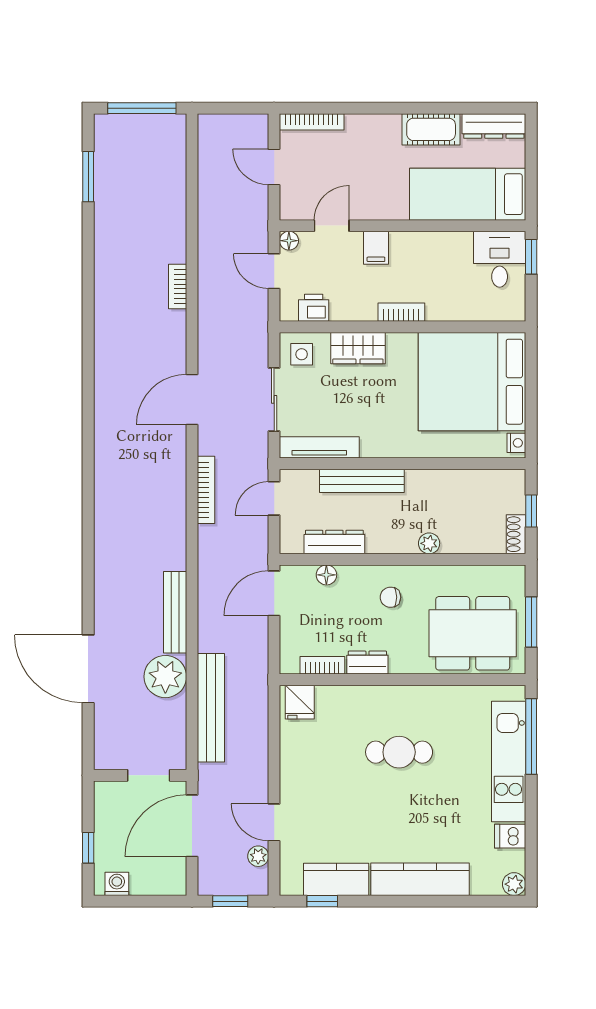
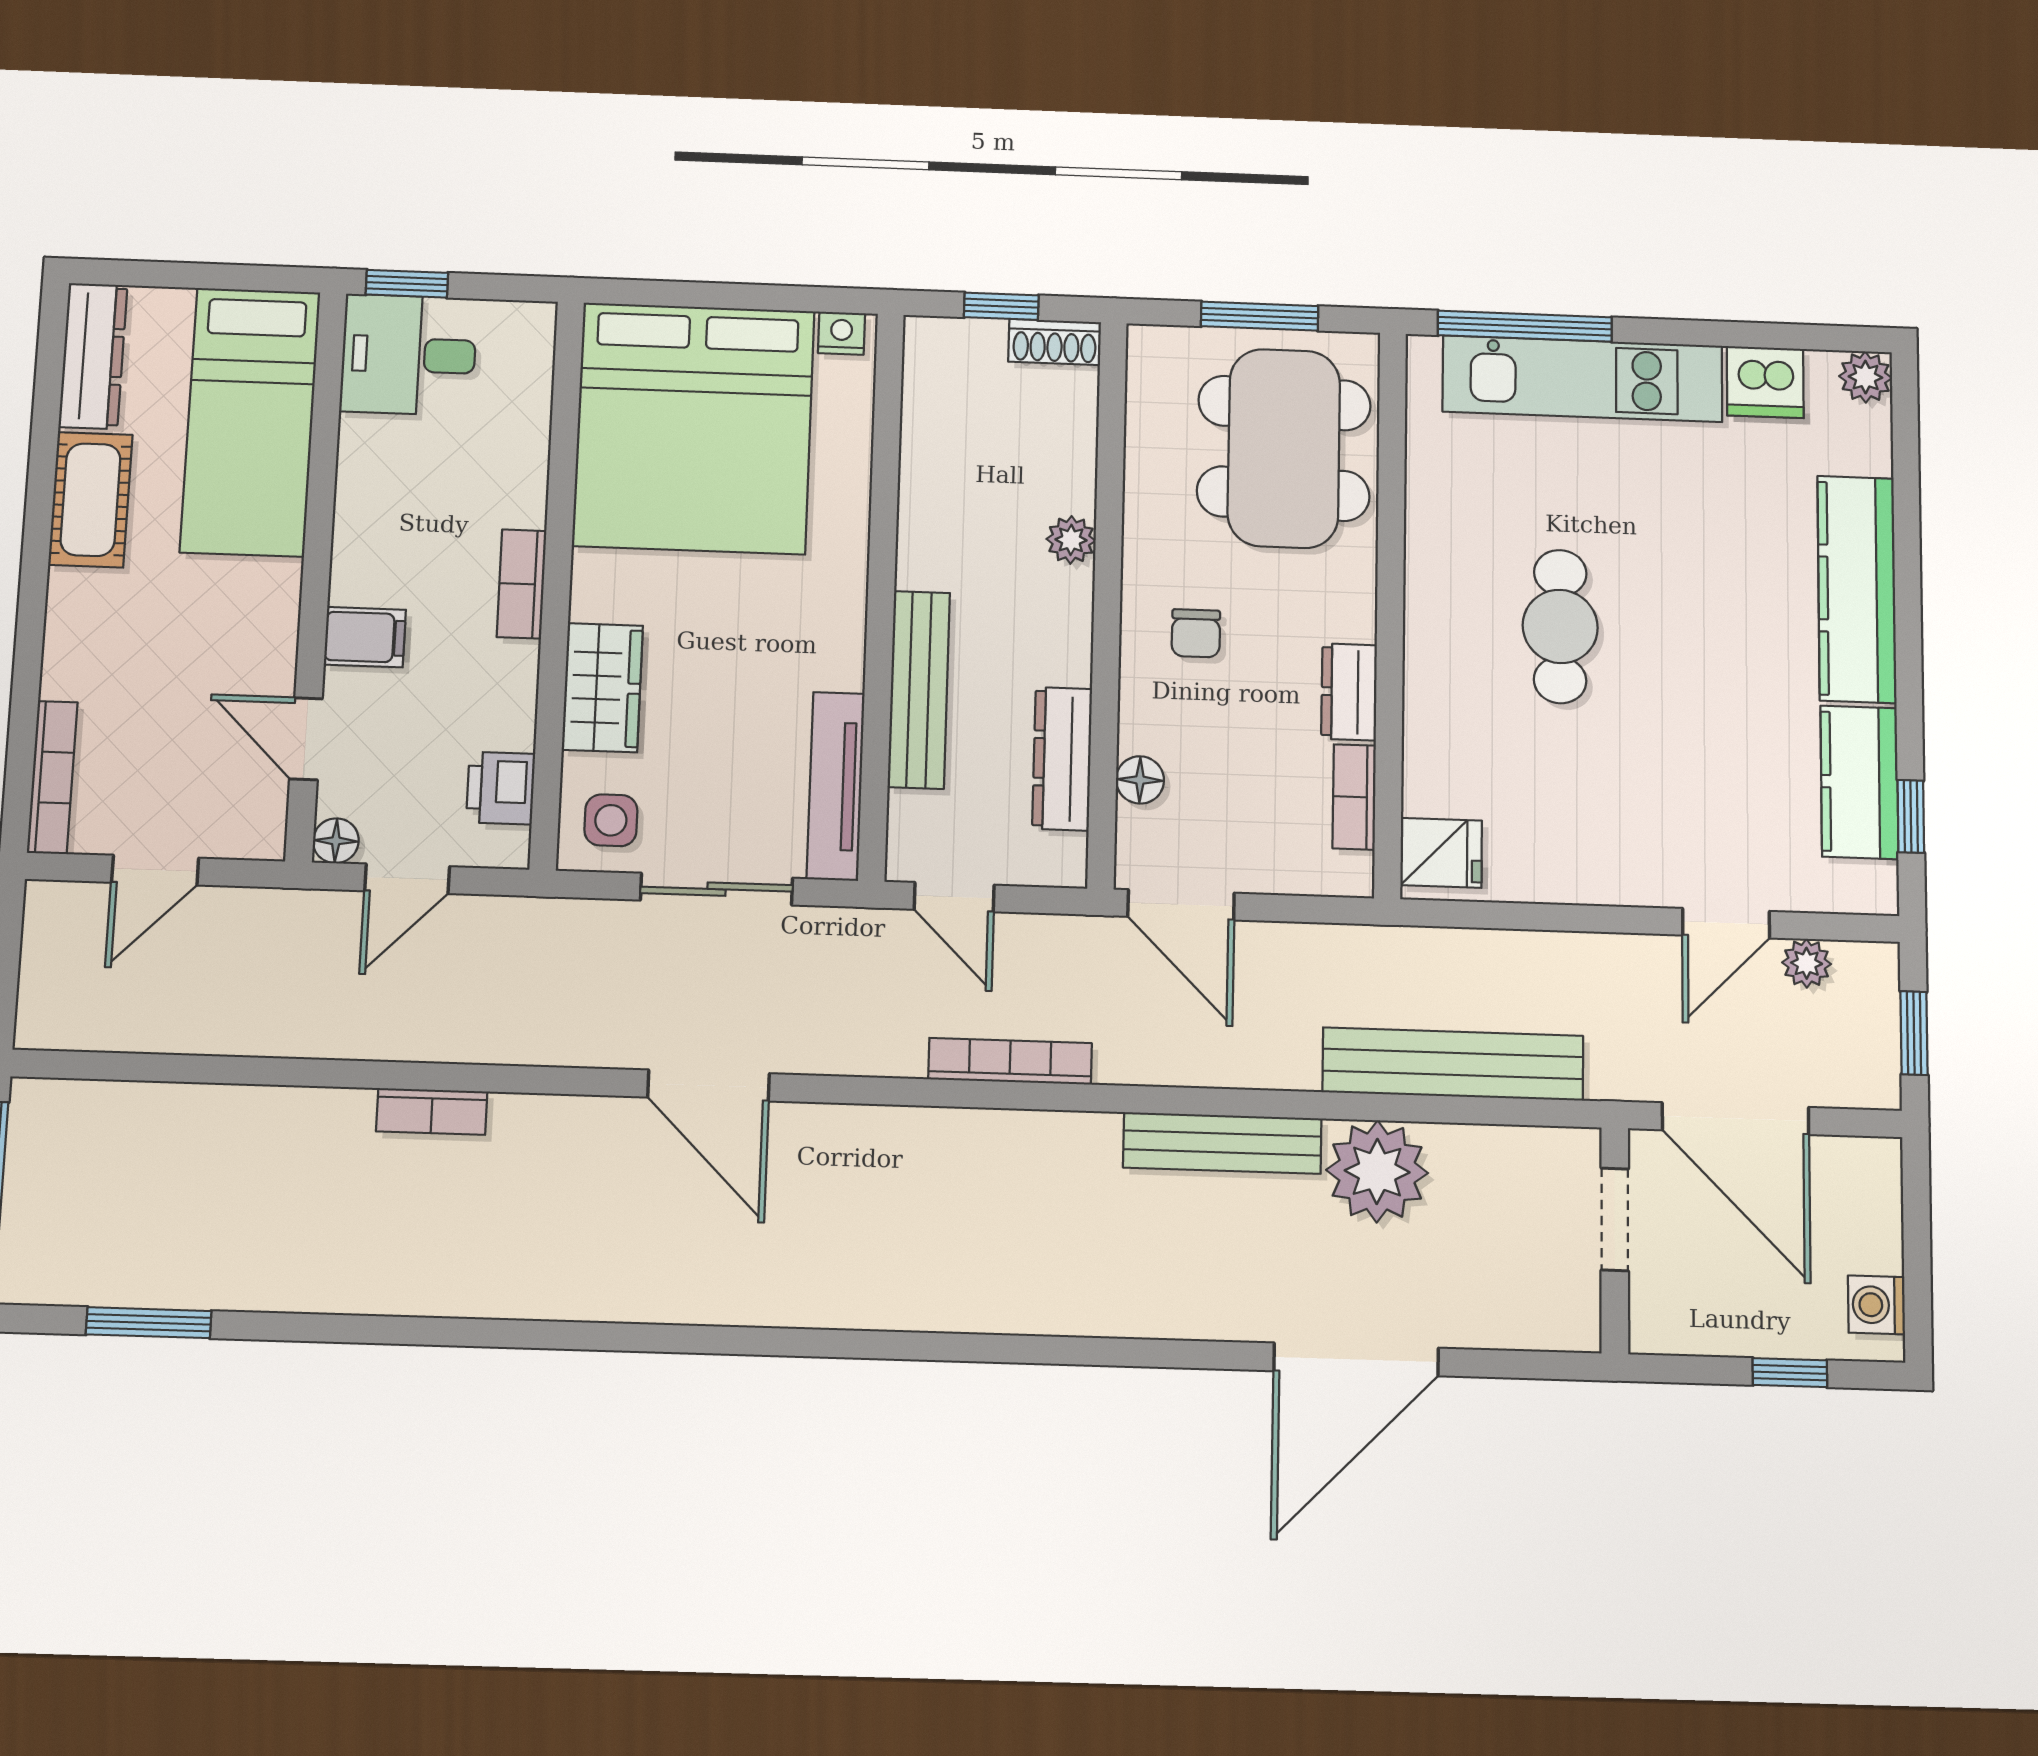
bookcase: (206, 490) -> (1010, 1061), moved
dishwasher: (510, 836) -> (1765, 382), width x1.38

